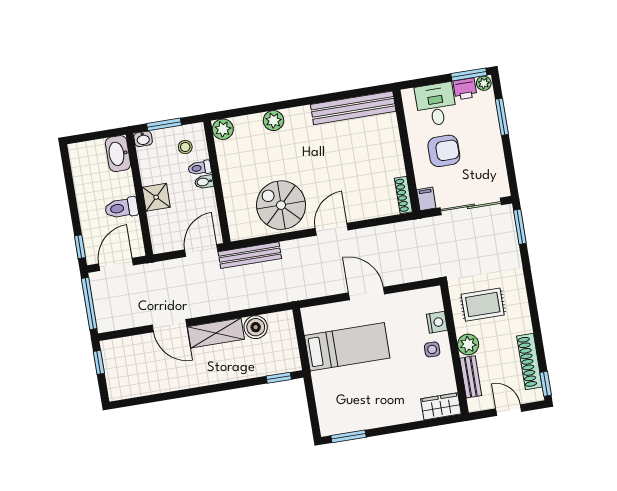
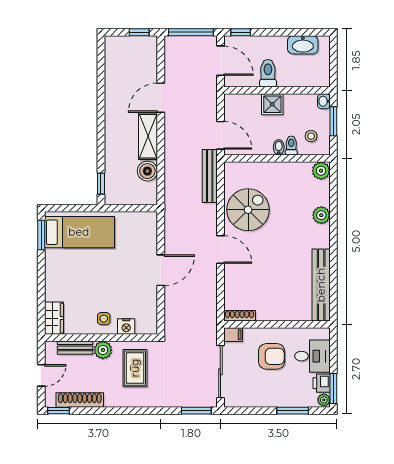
armchair: (444, 151) -> (272, 356), turned -90
washbasin: (118, 154) -> (303, 45), moved, turned 180
bed: (347, 347) -> (79, 232), moved, turned -90

